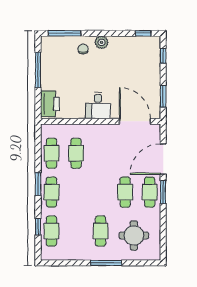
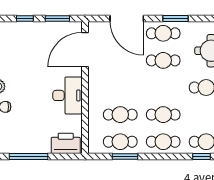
window: (163, 56) -> (25, 18), moved
desk: (98, 106) -> (68, 95), width x1.37
window: (38, 184) -> (125, 157), moved
cafe table: (76, 192) -> (163, 115), added
window: (163, 192) -> (176, 18), moved

